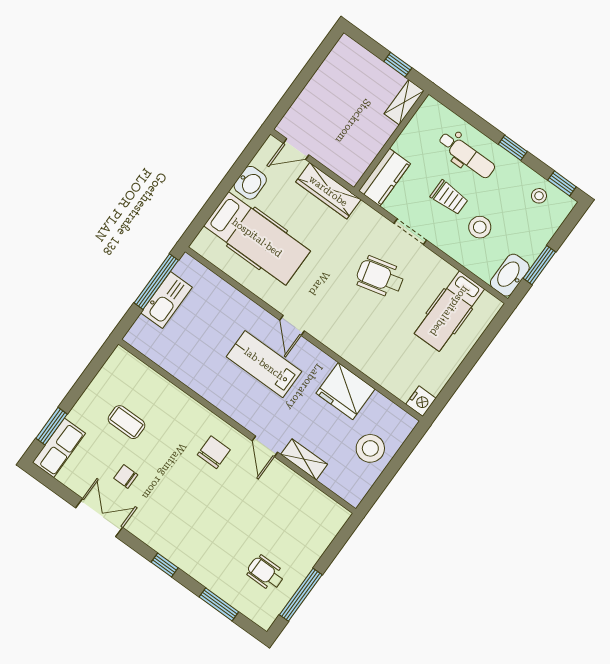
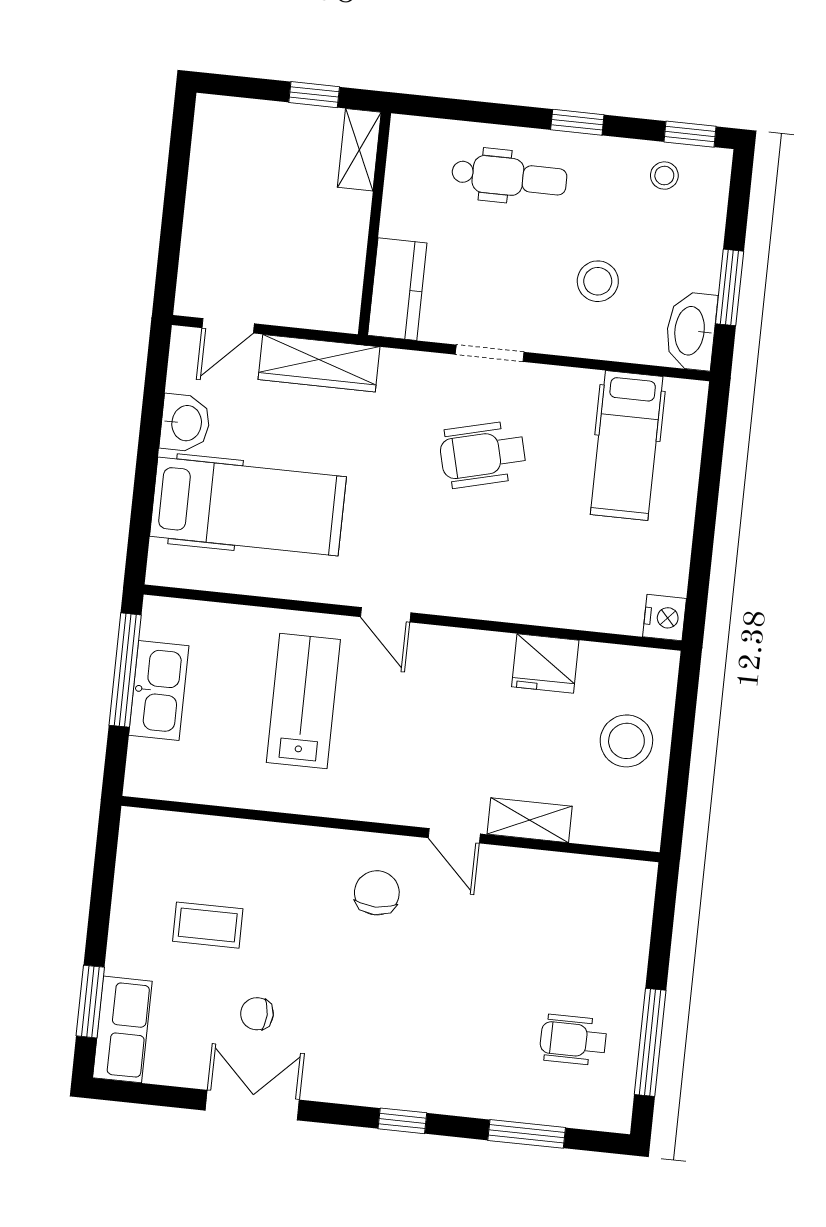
trolley: (449, 198) -> (521, 262), removed
lab bench: (264, 364) -> (303, 701), moved, turned 90
fridge: (346, 391) -> (545, 663), width x0.73, depth x0.75

